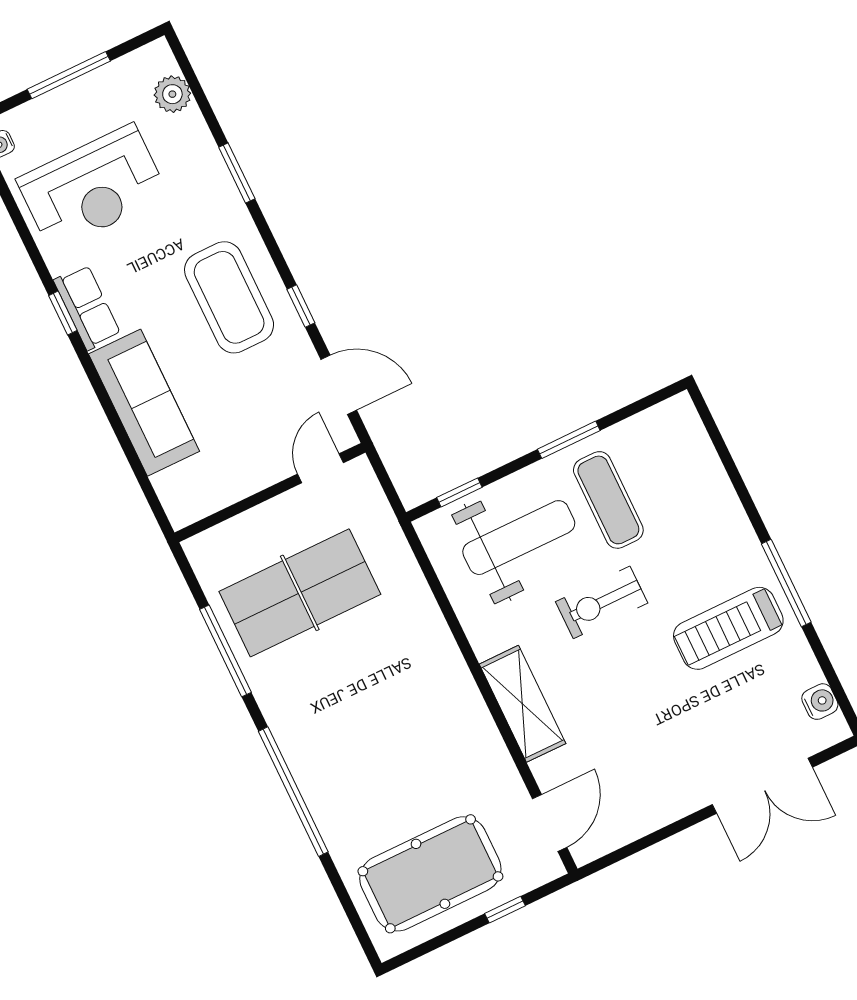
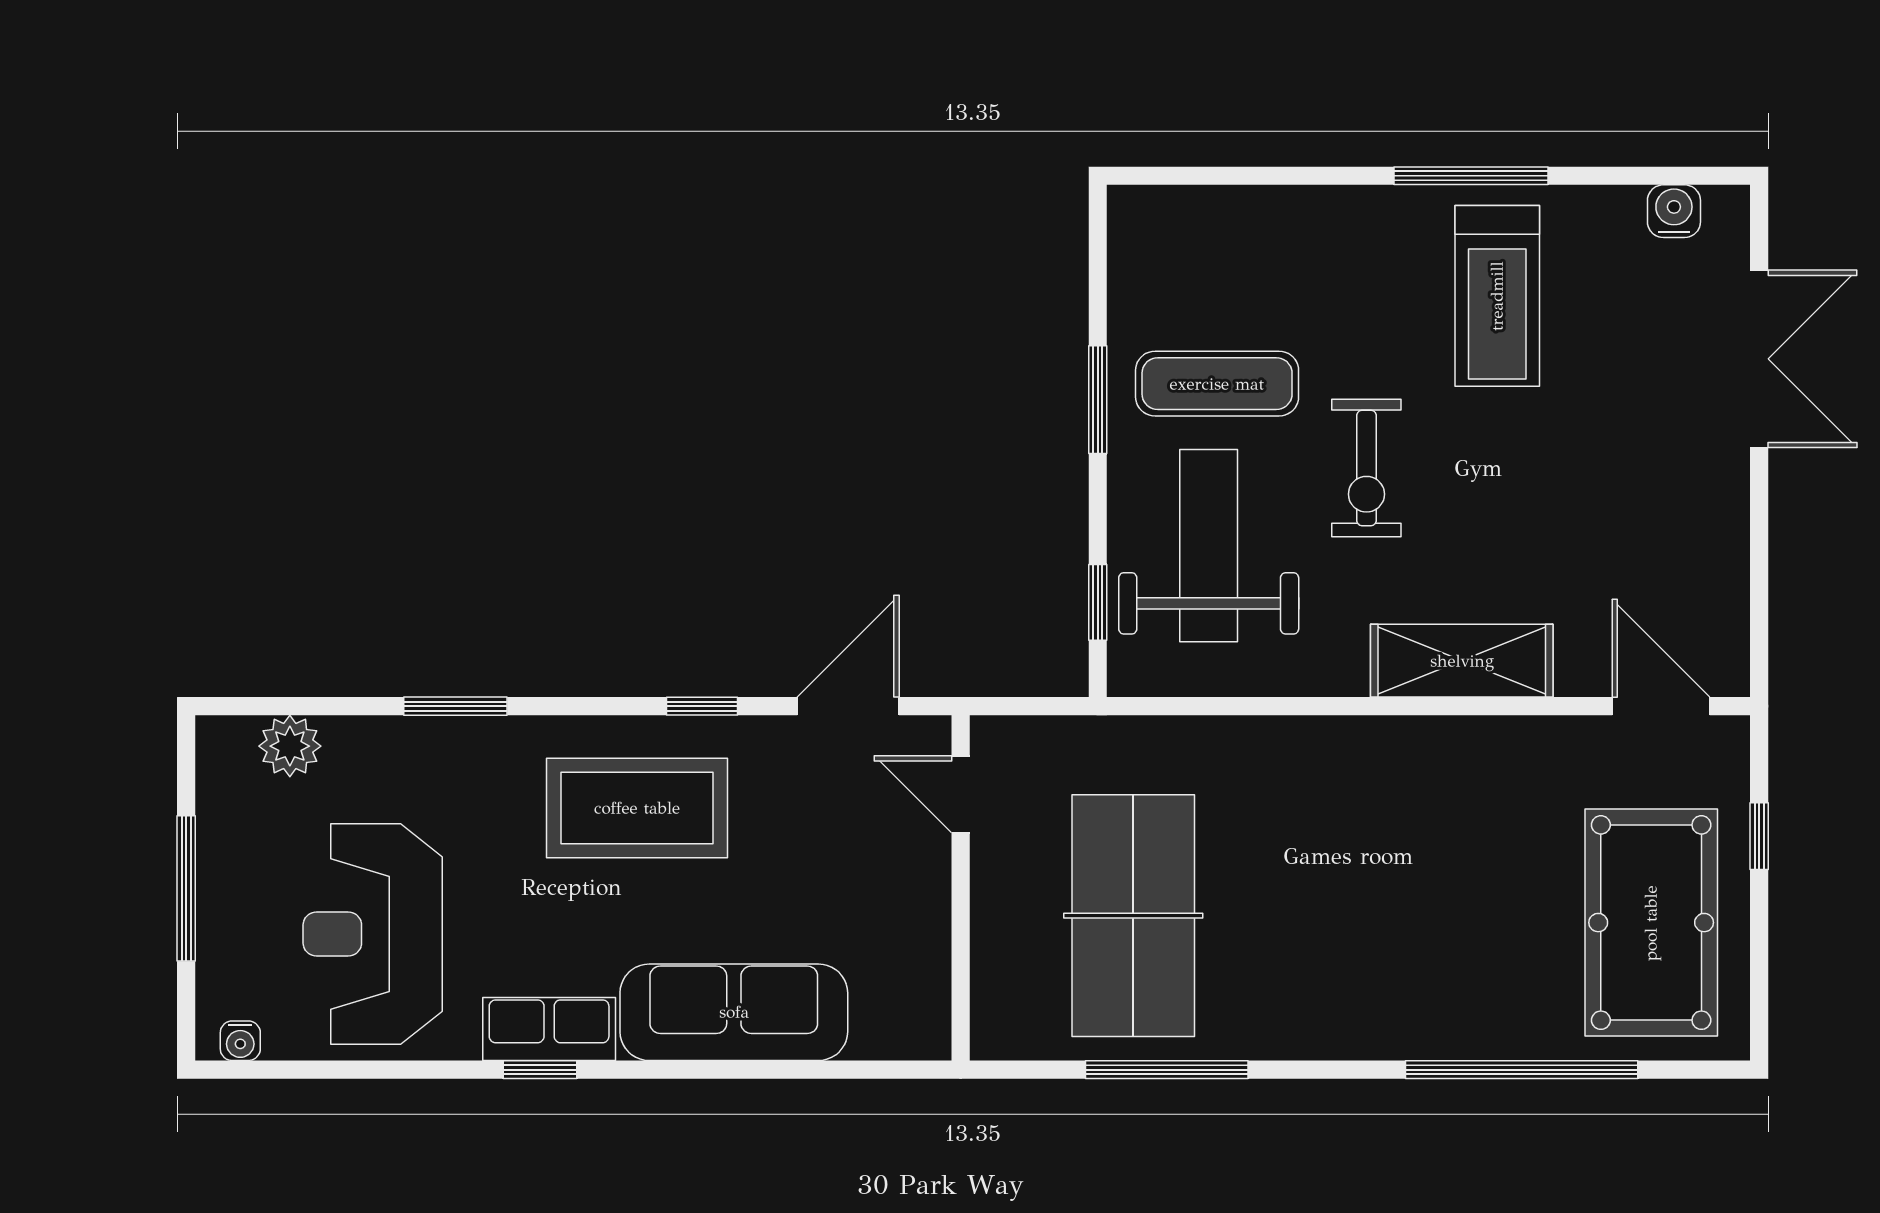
reception desk: (93, 188) -> (373, 934), turned 180
window: (293, 792) -> (1522, 1070), moved

